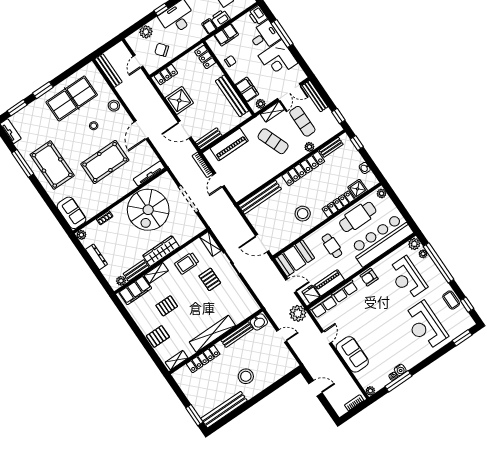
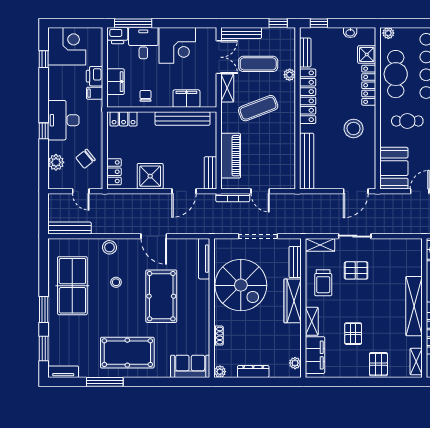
window: (282, 34) -> (133, 23), moved
plant: (261, 104) -> (211, 95), removed
bench: (136, 270) -> (295, 262), moved

